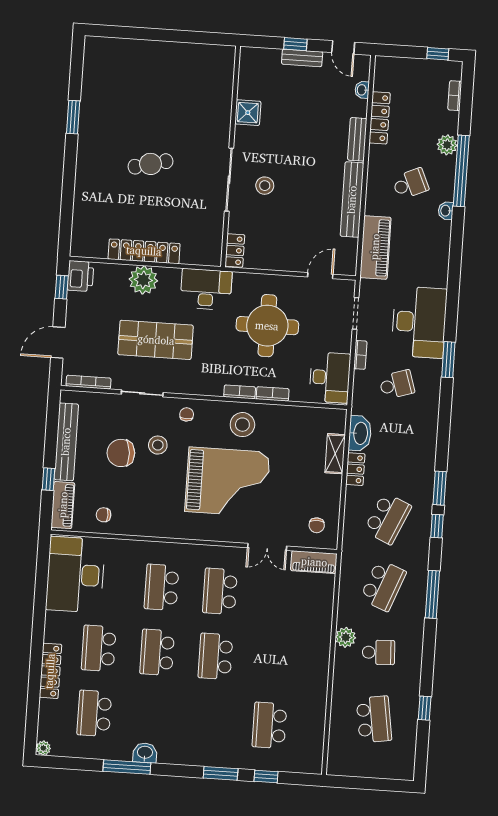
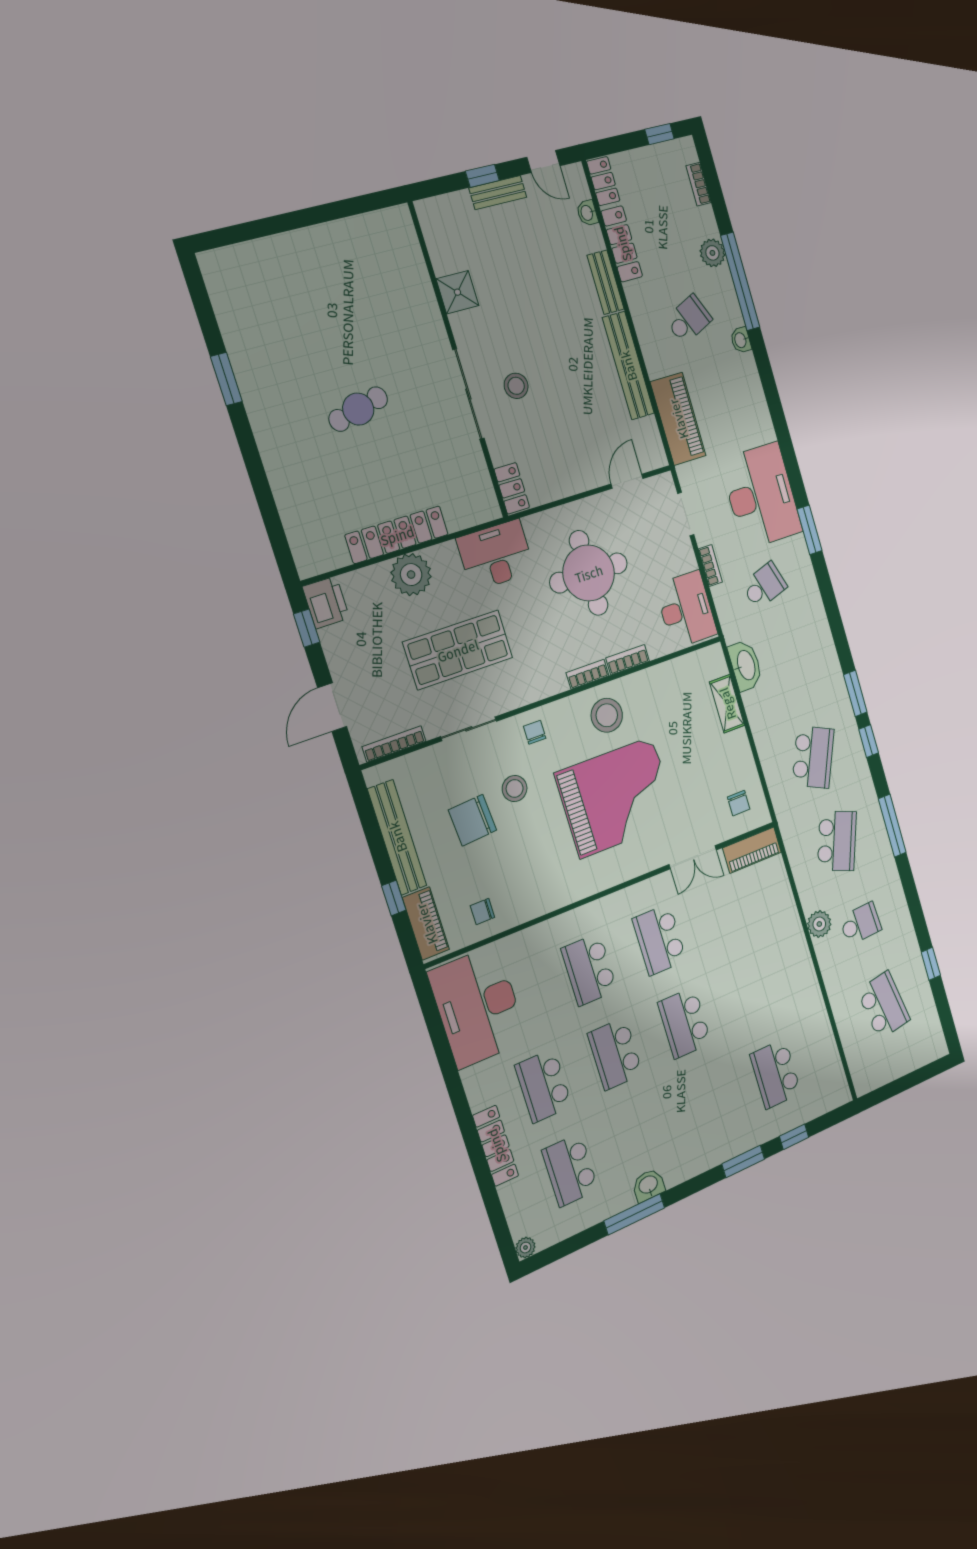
locker: (355, 469) -> (603, 181), moved

